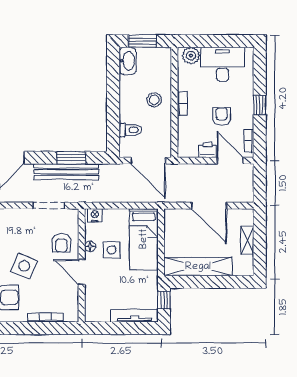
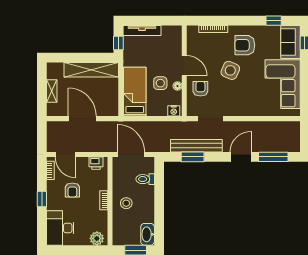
desk: (223, 64) -> (60, 228), moved, turned 90
printer: (207, 150) -> (96, 163), moved

